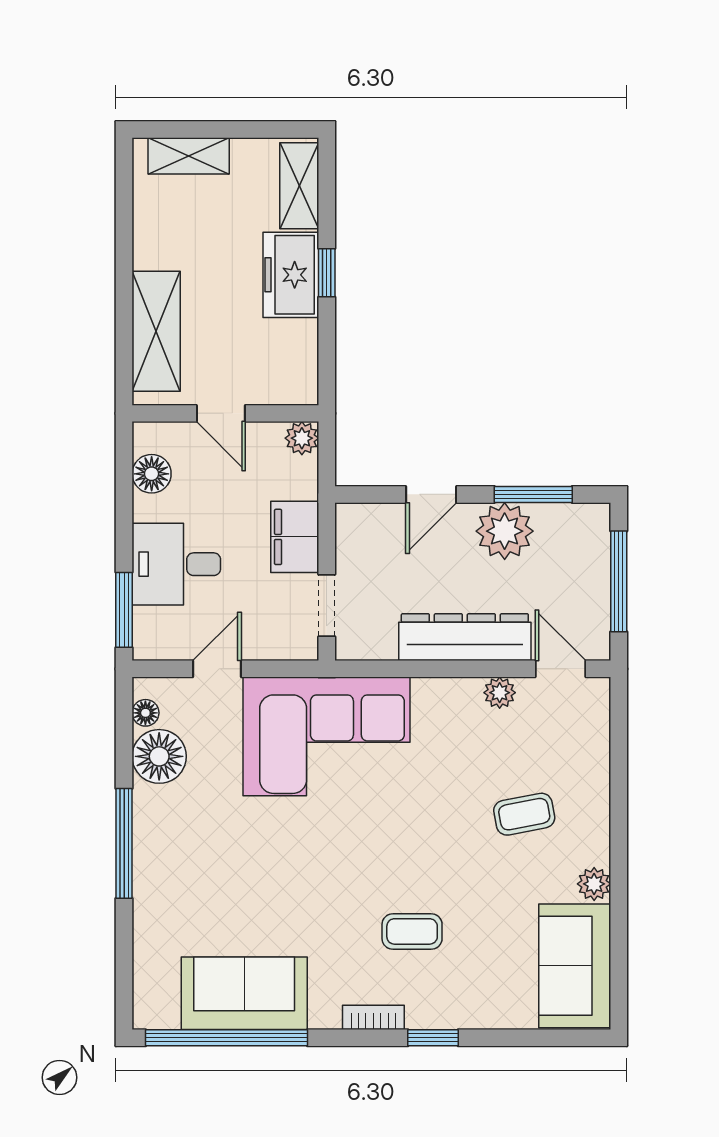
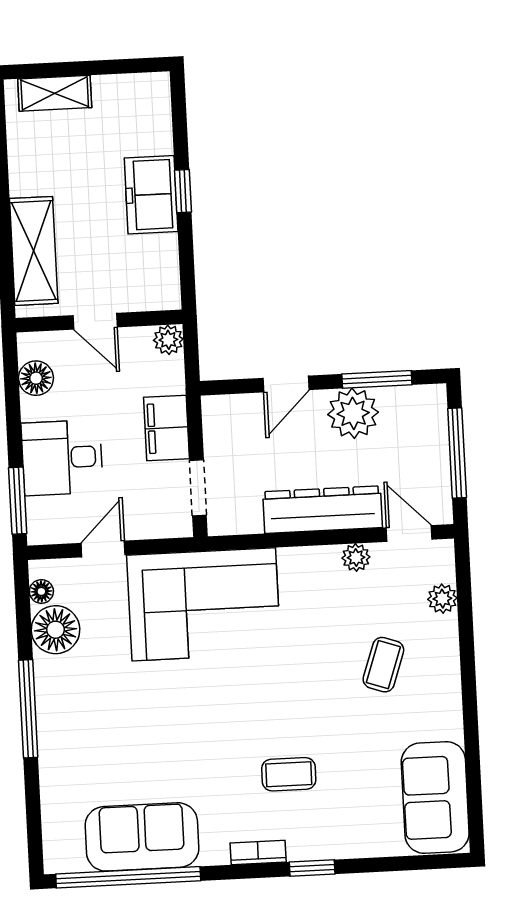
shelving: (299, 186) -> (155, 115), removed
coffee table: (524, 814) -> (383, 665), turned -60
plant: (594, 884) -> (442, 599), moved

